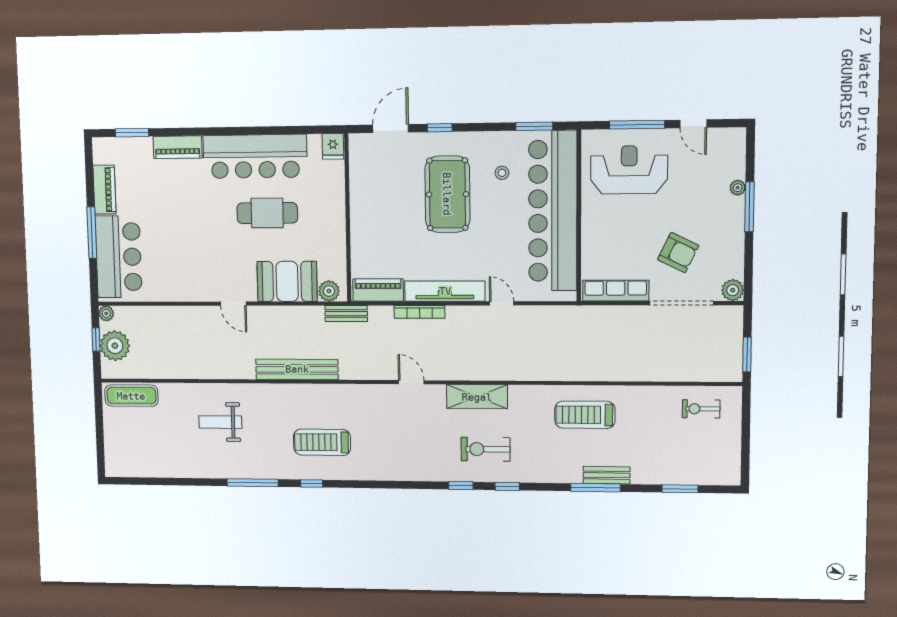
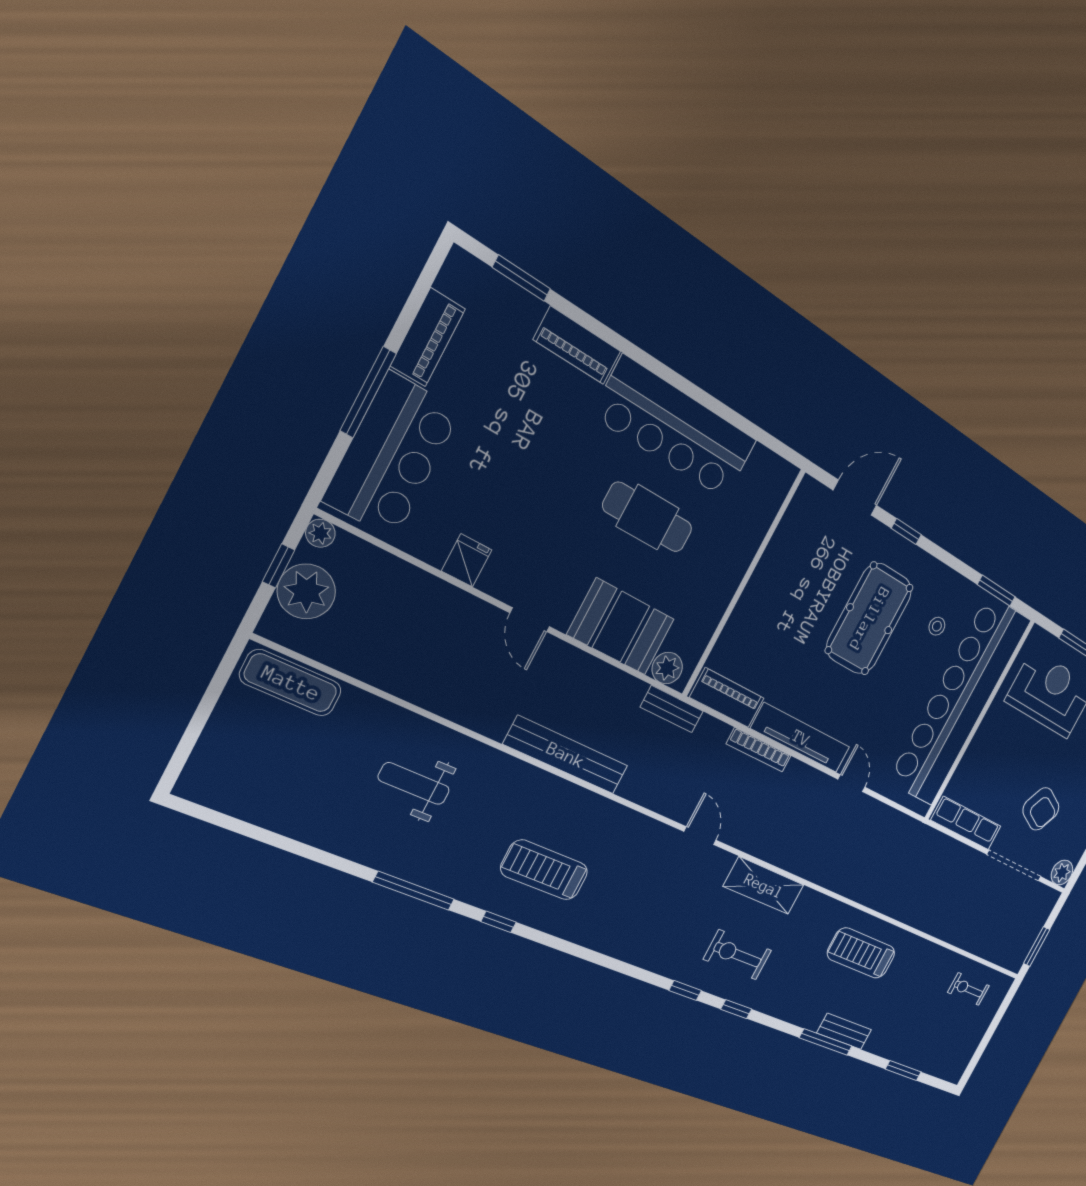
fridge: (333, 146) -> (467, 560), moved, turned 180

